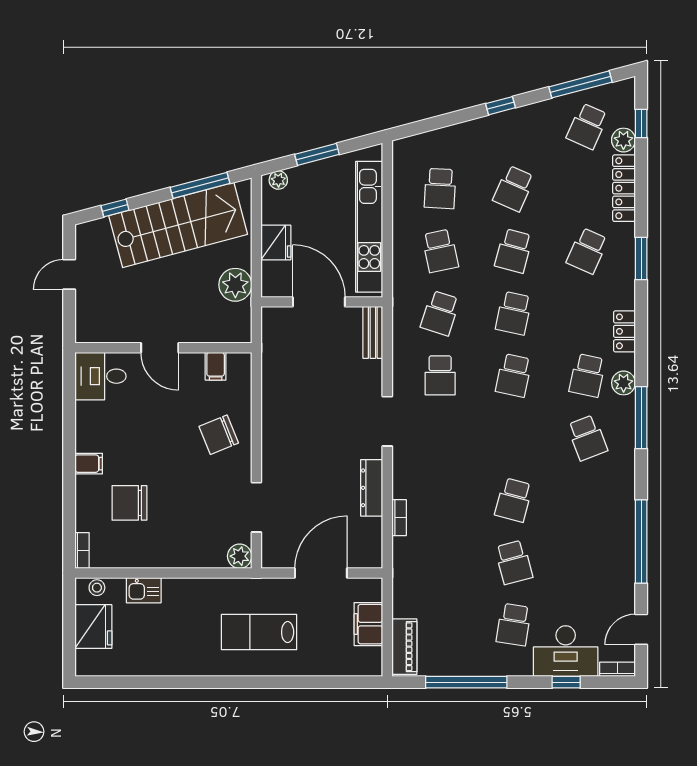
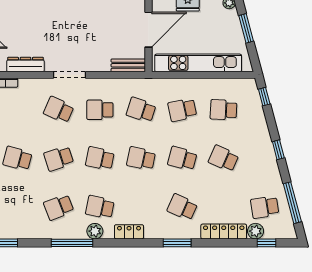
school desk: (587, 126) -> (265, 207), turned -33
window: (420, 127) -> (264, 97), added
school desk: (440, 438) -> (59, 110), added
school desk: (514, 438) -> (59, 158), added

